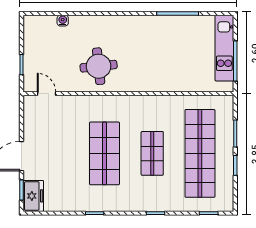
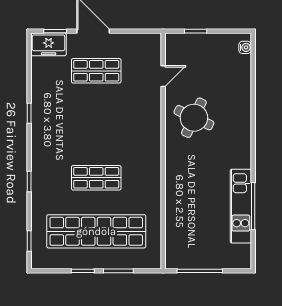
water cooler: (63, 21) -> (245, 47), moved
kitchen unit: (224, 48) -> (241, 206), moved, turned -90
round table: (99, 66) -> (194, 118), turned 31
door: (46, 94) -> (163, 76), moved
shop shelf: (105, 153) -> (96, 71), moved, width x0.70, depth x0.74

